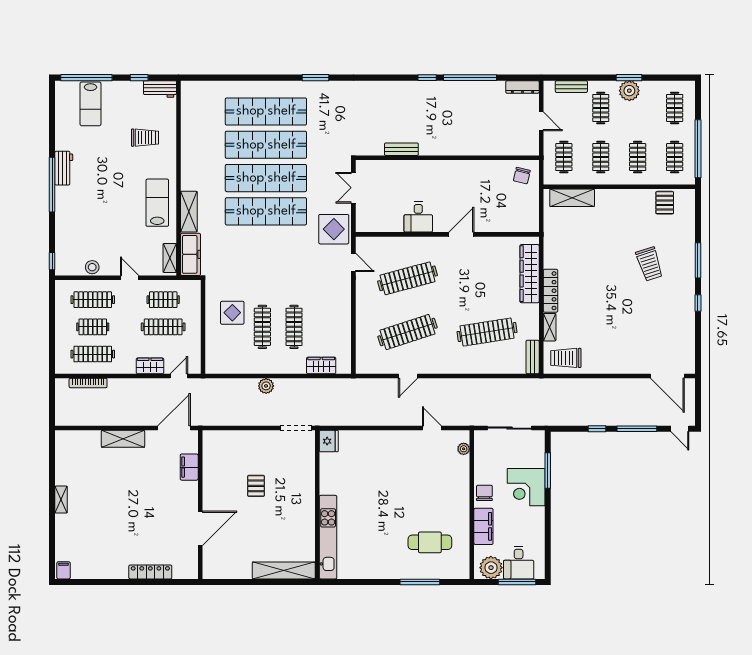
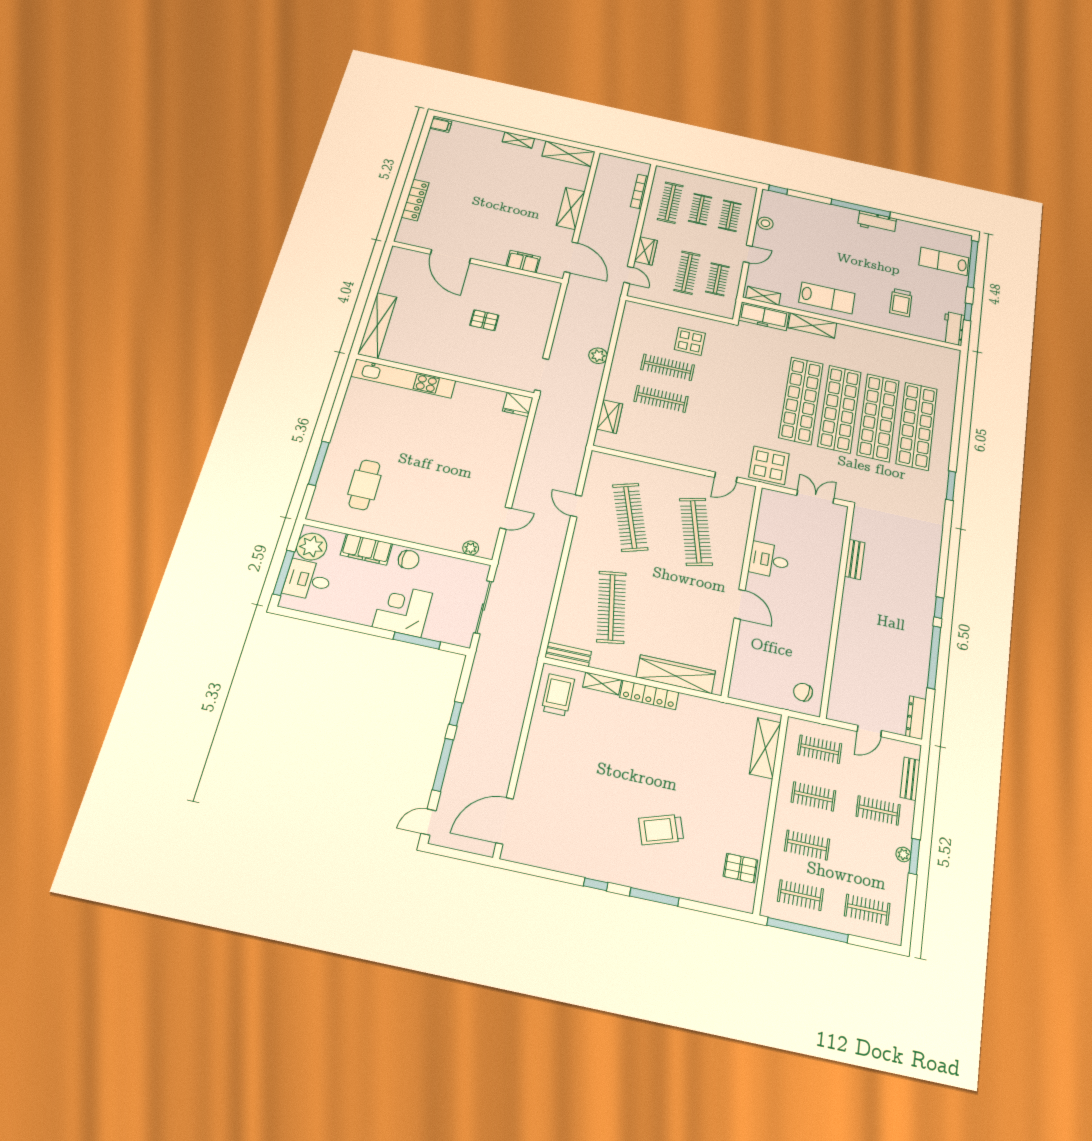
plant: (629, 91) -> (903, 854), width x0.53, depth x0.53
clothes rail: (93, 300) -> (730, 216), width x0.73
shelving: (64, 453) -> (569, 154), added

